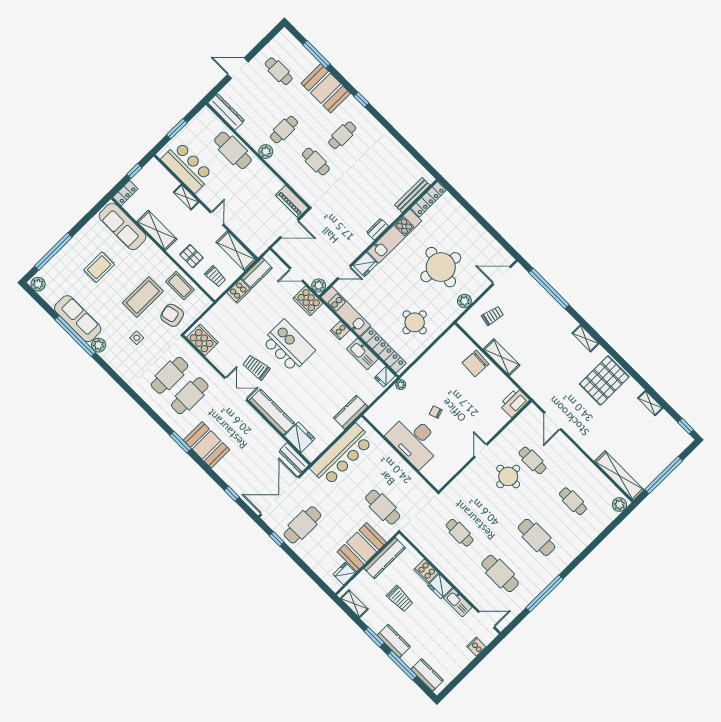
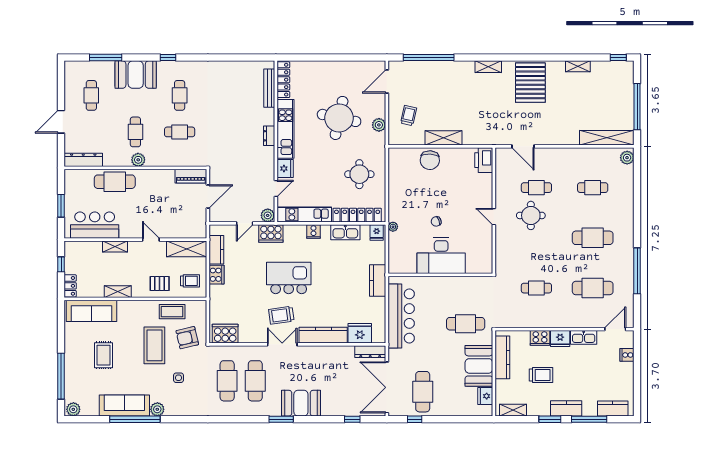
cafe table: (279, 71) -> (91, 95), turned 90
shelving: (157, 230) -> (118, 292), width x0.67, depth x0.75

